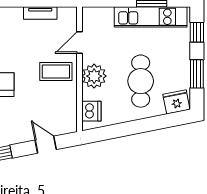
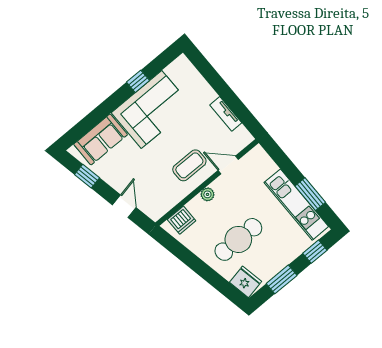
coffee table: (56, 72) -> (189, 165), turned 90
plant: (94, 76) -> (207, 194), width x0.53, depth x0.53

